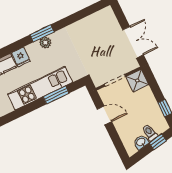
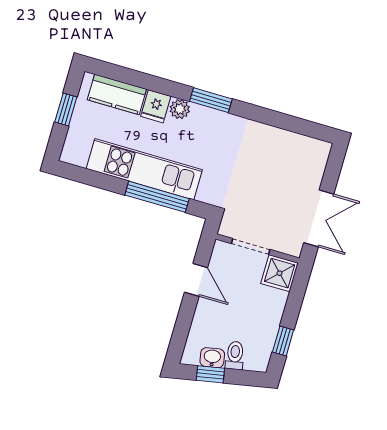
plant: (45, 43) -> (180, 109), moved
window: (56, 95) -> (157, 197), width x1.44
window: (158, 142) -> (210, 374), moved

